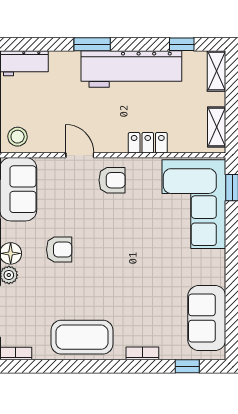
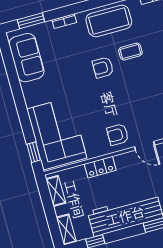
armchair: (59, 250) -> (103, 67), moved
coffee table: (64, 288) -> (130, 52), added
window: (187, 366) -> (31, 21), width x1.50

